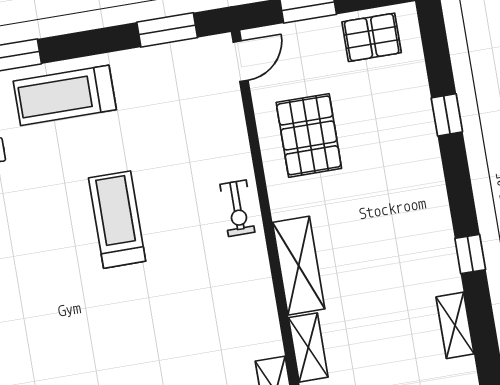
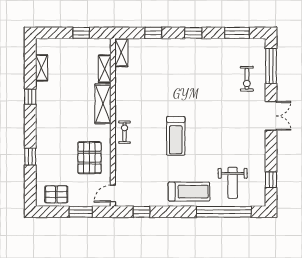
window: (167, 30) -> (142, 212), width x0.67

